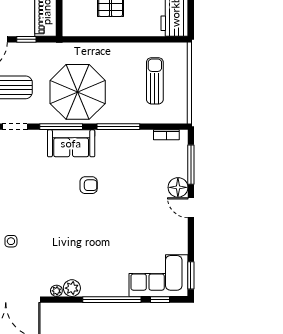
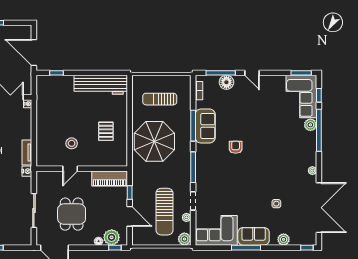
parasol: (78, 92) -> (154, 141), moved
sofa: (71, 143) -> (205, 126), moved
floor lamp: (178, 187) -> (226, 82), moved
door: (191, 208) -> (252, 73), hinge flipped
plant: (72, 288) -> (310, 125), moved

